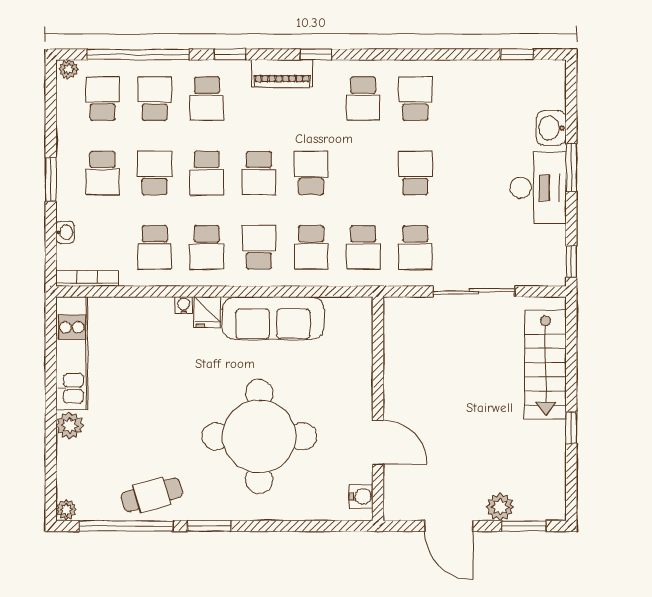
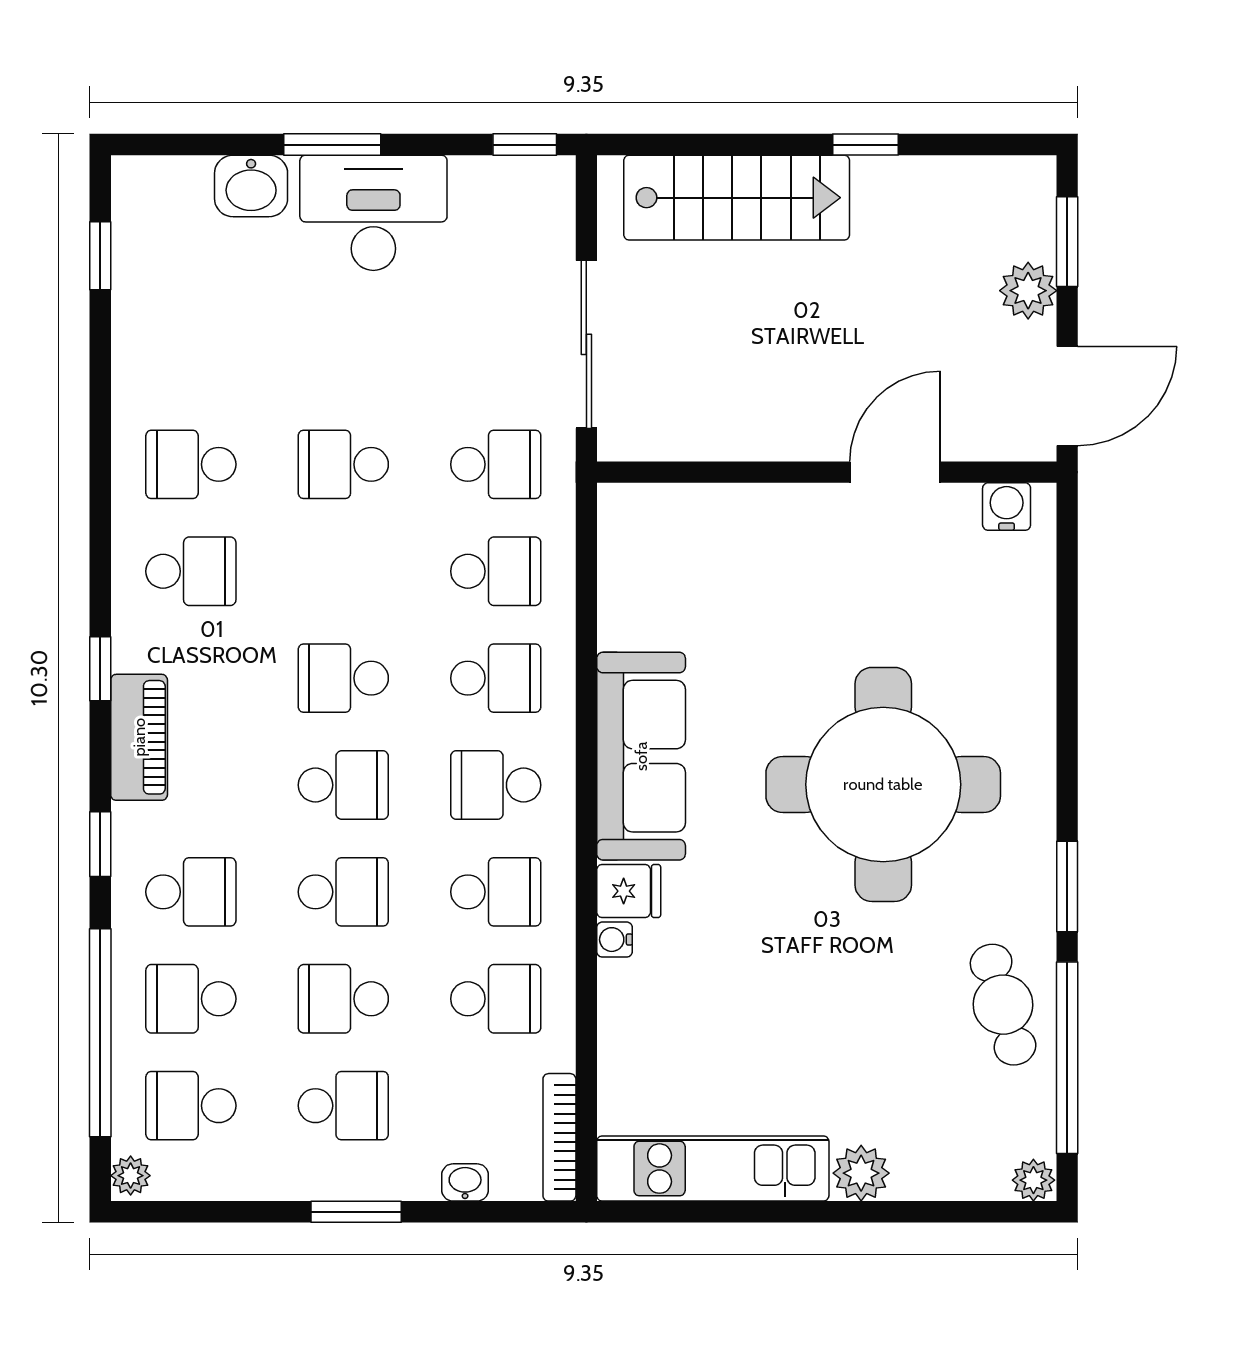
wall: (378, 409) -> (827, 472), moved
door: (378, 442) -> (895, 472), moved
water cooler: (361, 497) -> (1007, 507), moved

